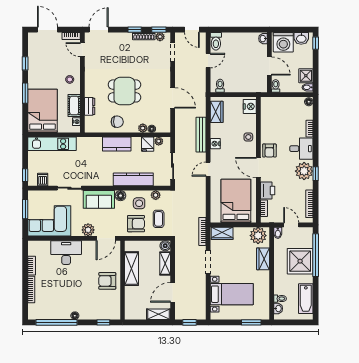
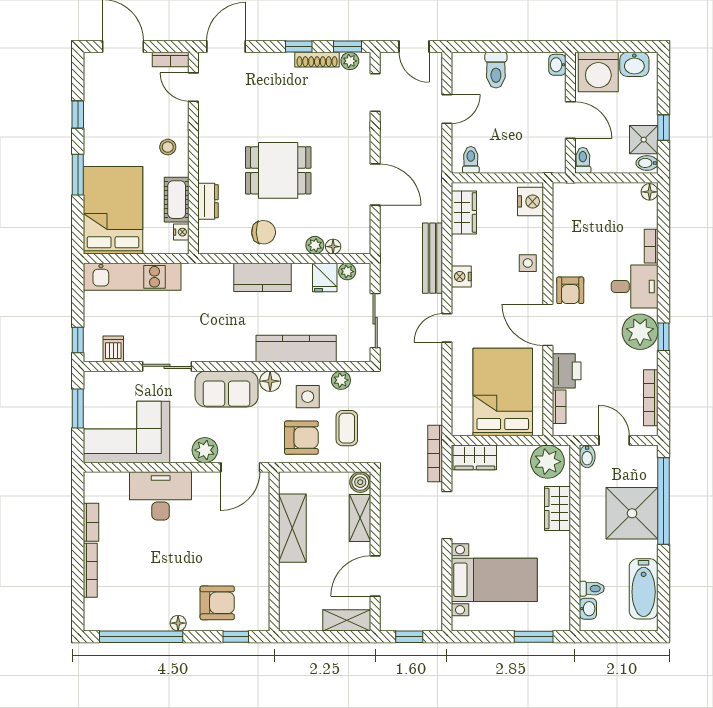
toilet: (216, 41) -> (496, 70), moved
window: (316, 43) -> (663, 128), moved
armchair: (107, 281) -> (217, 603), moved, turned 180

